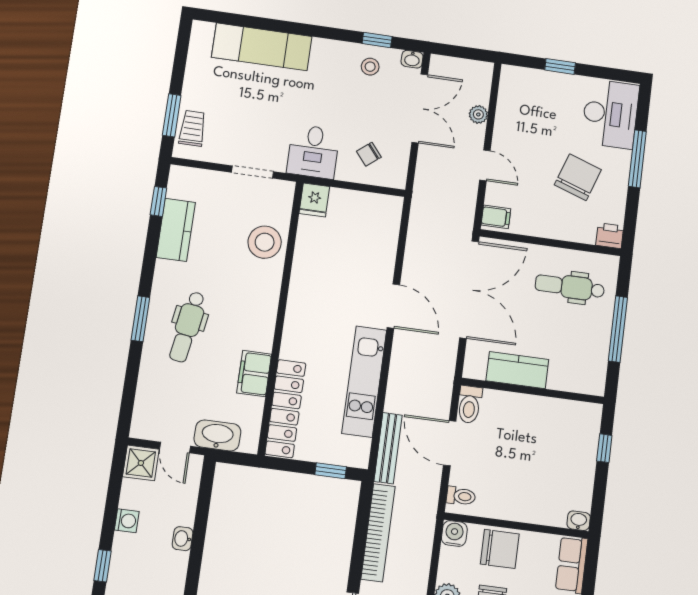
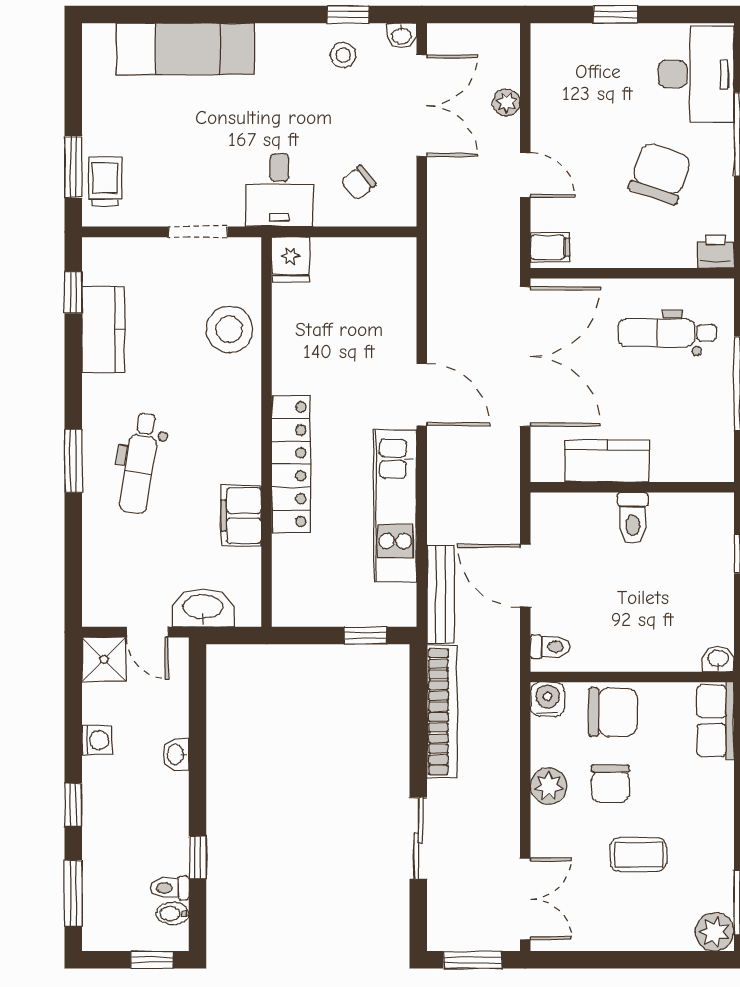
toilet: (470, 404) -> (633, 518), moved
locker: (285, 409) -> (291, 464), moved

